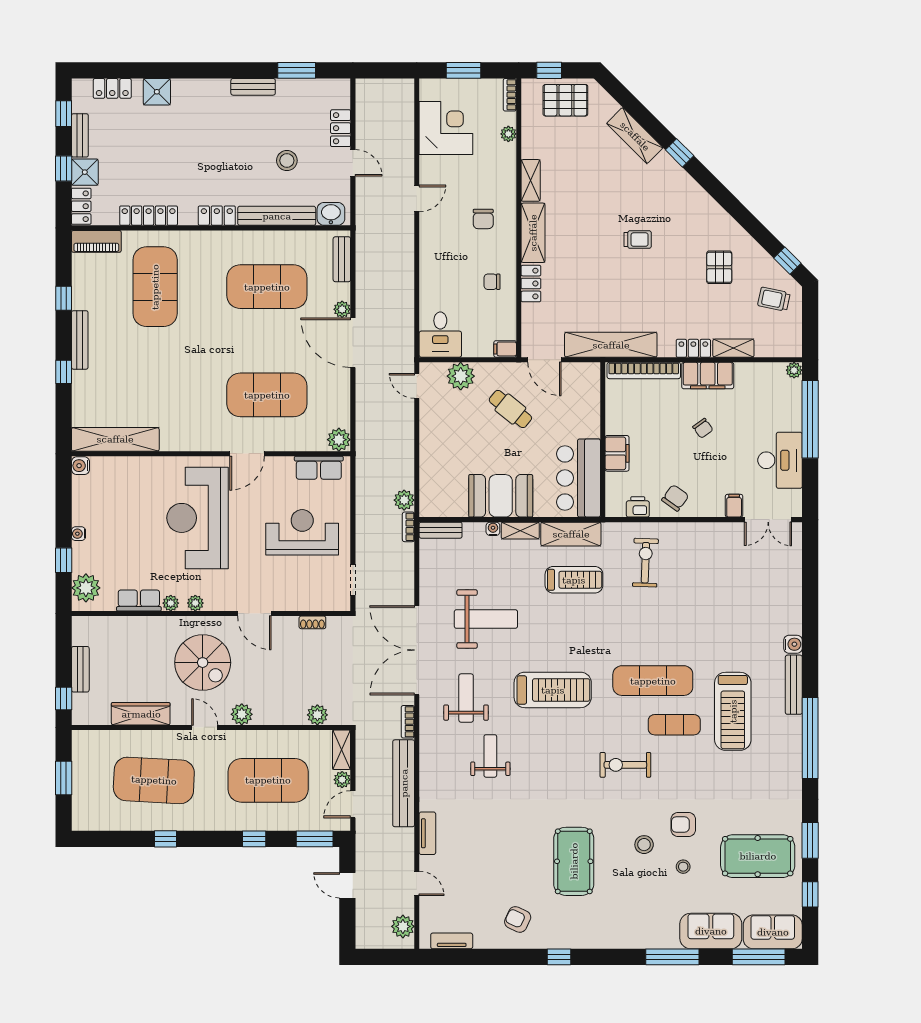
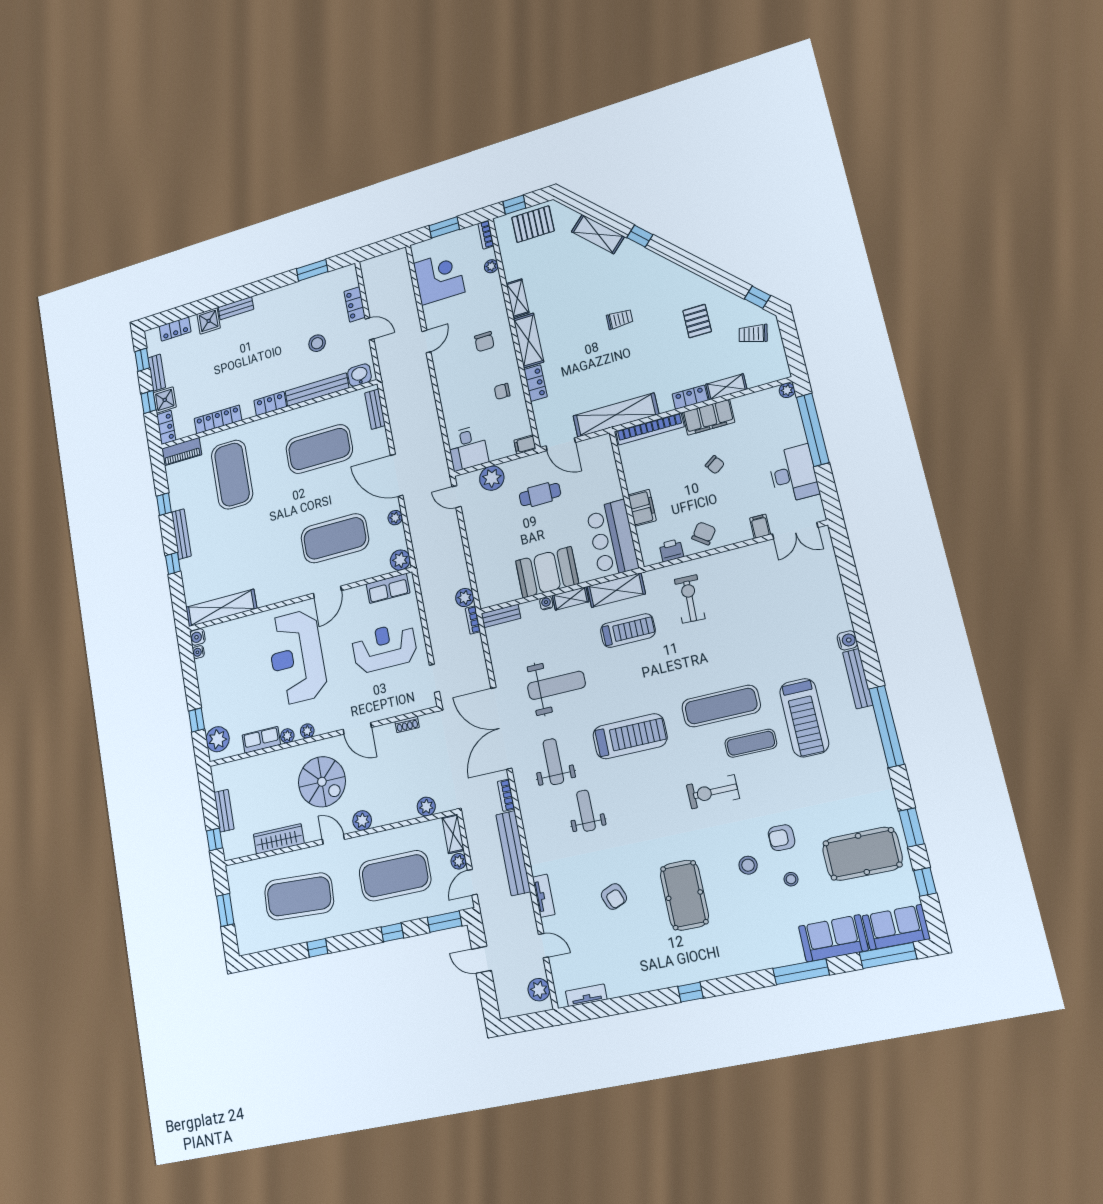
bench: (253, 87) -> (236, 308), moved
plant: (342, 309) -> (395, 518), moved
cafe table: (510, 409) -> (540, 495), turned -39
water cooler: (78, 534) -> (198, 652), moved
armchair: (518, 919) -> (614, 897), moved, turned -137

